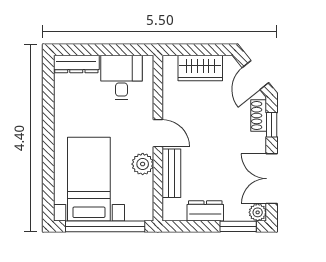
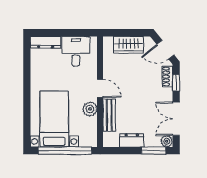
door: (256, 75) -> (165, 50), hinge flipped

